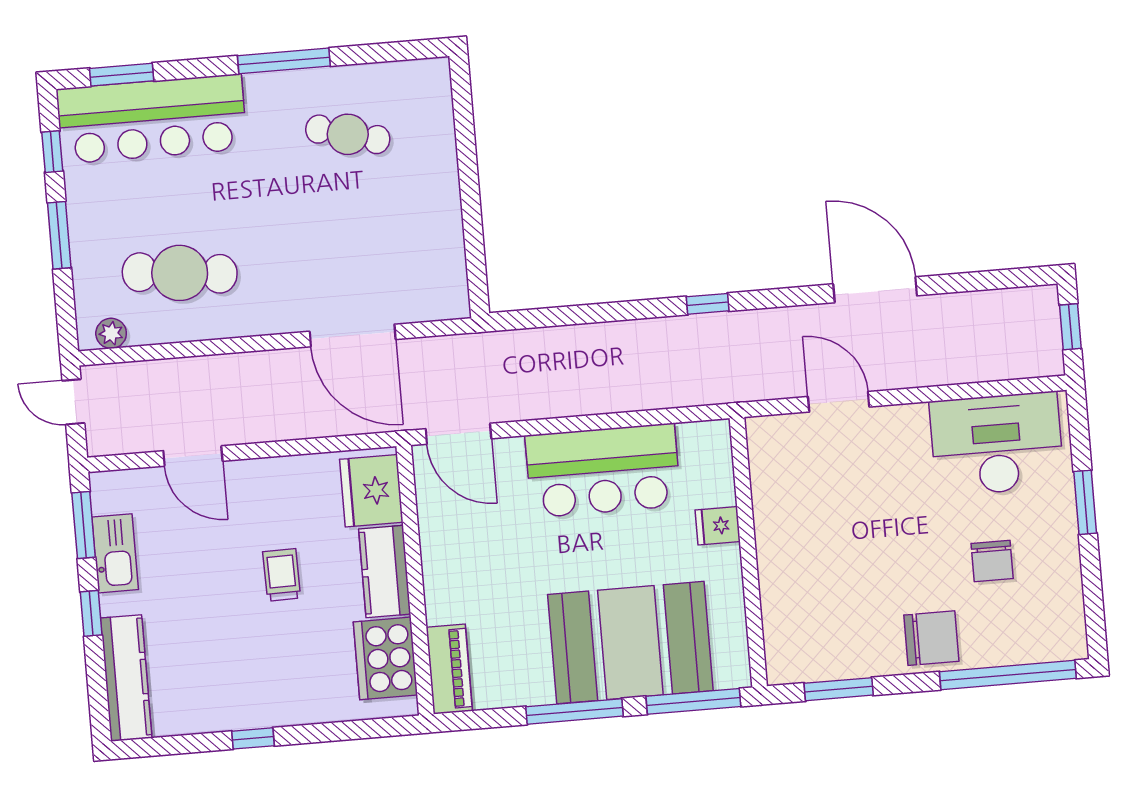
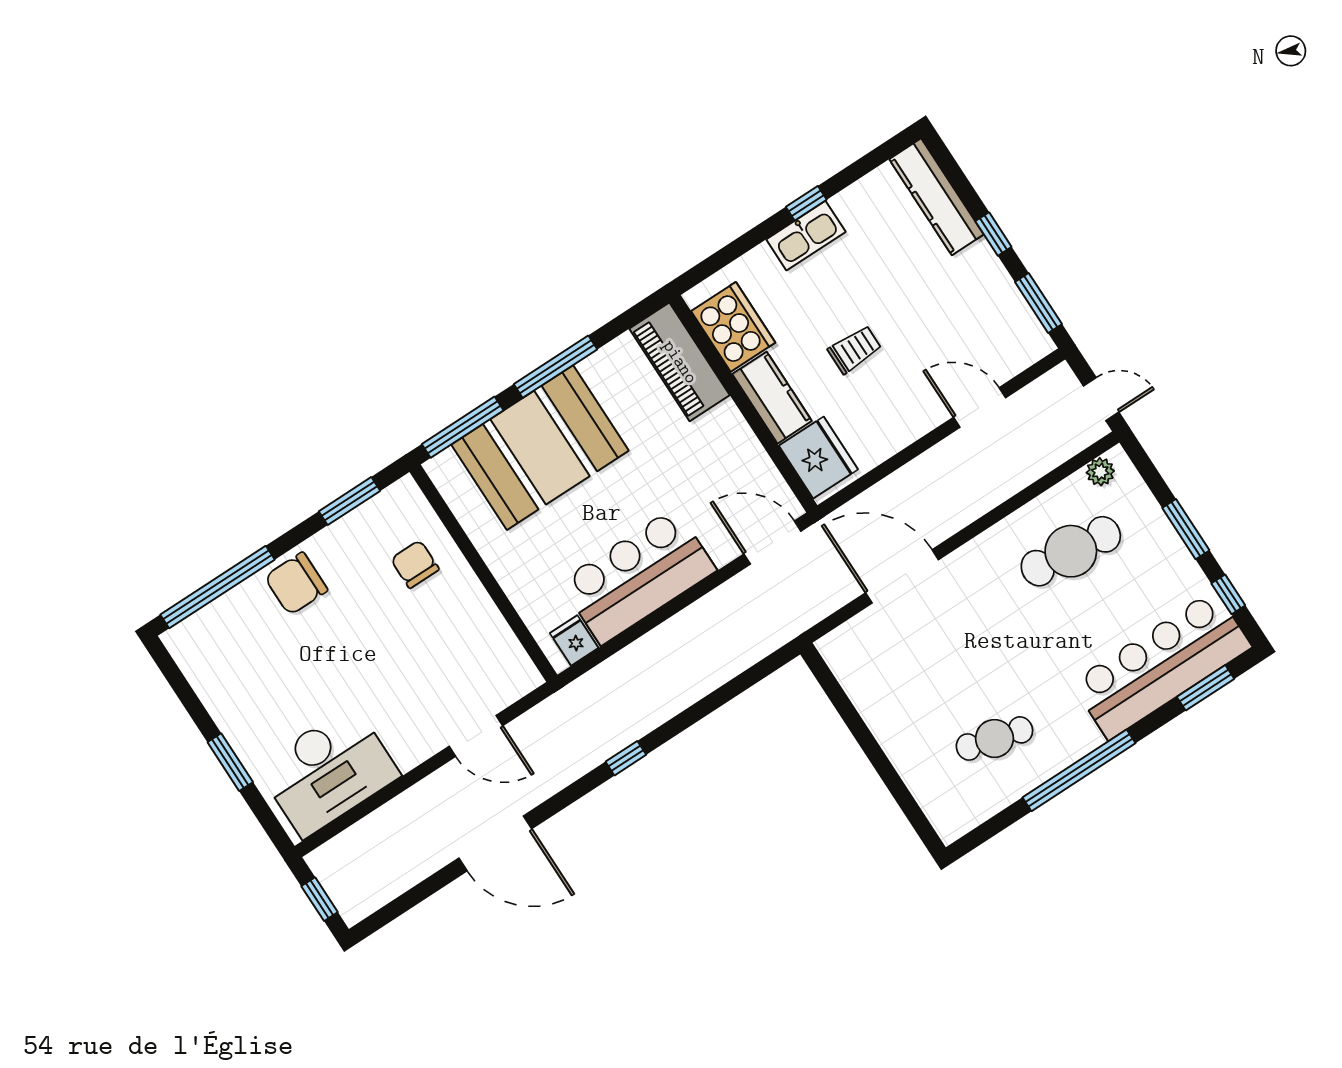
window: (284, 61) -> (1079, 770), width x1.46
fridge: (718, 526) -> (574, 640), moved, turned -90
kitchen sink: (115, 553) -> (806, 236), moved, turned -90
chair: (992, 561) -> (415, 564), moved
trolley: (282, 575) -> (855, 349), turned -89
piano: (449, 669) -> (680, 362), width x1.37, depth x1.33

